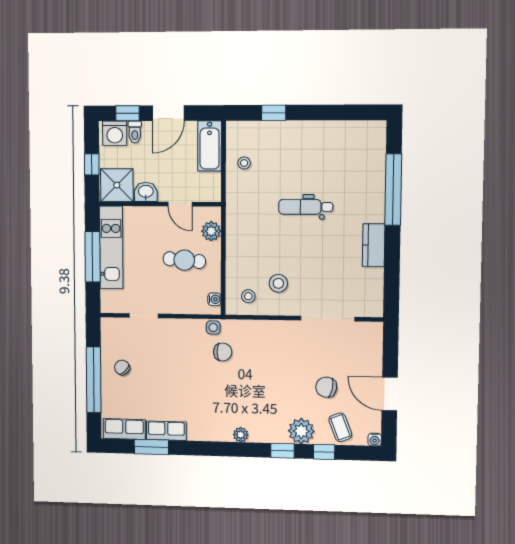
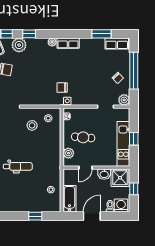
window: (127, 113) -> (114, 216), removed
door: (180, 204) -> (85, 168), swing flipped
window: (93, 257) -> (134, 139), width x0.46
plant: (110, 328) -> (124, 100), added
row of seats: (166, 431) -> (68, 43), moved

